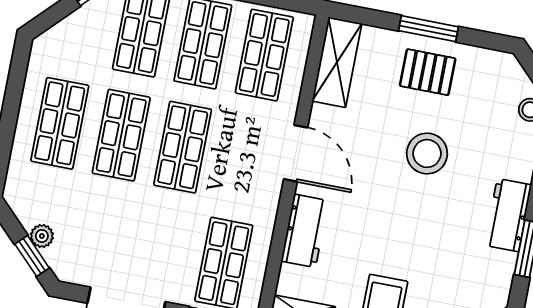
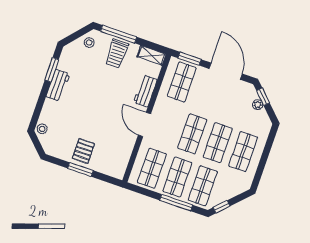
shelving: (337, 62) -> (121, 161), removed
pallet: (428, 72) -> (83, 151), turned 90
stool: (427, 153) -> (89, 116), removed

